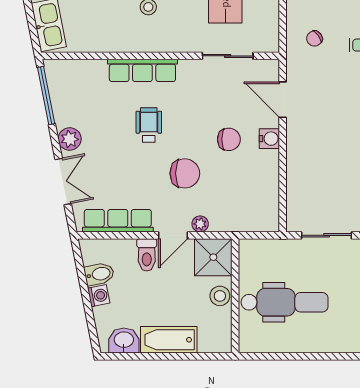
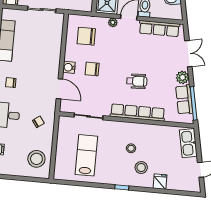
row of seats: (142, 70) -> (138, 113), width x1.36
row of seats: (63, 100) -> (184, 100), added
wheelchair: (149, 125) -> (137, 81), turned -93
chair: (185, 173) -> (86, 36), moved
double door: (63, 182) -> (188, 54), swing flipped

